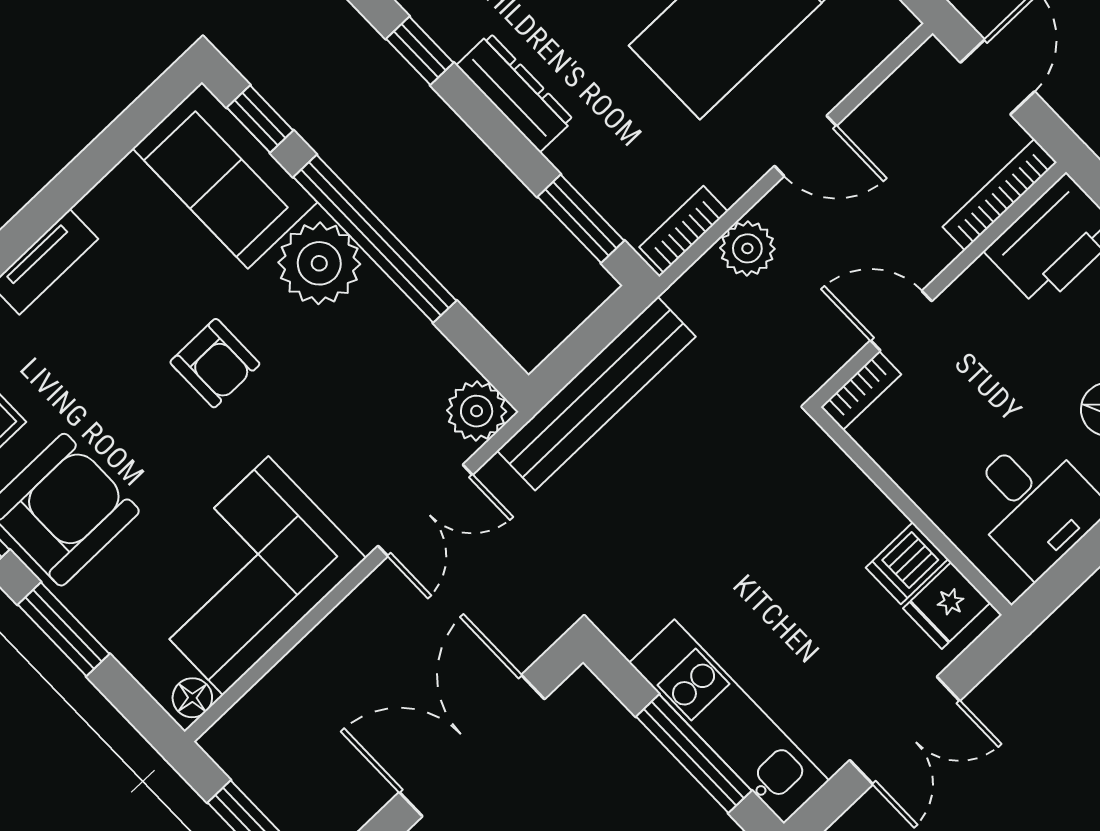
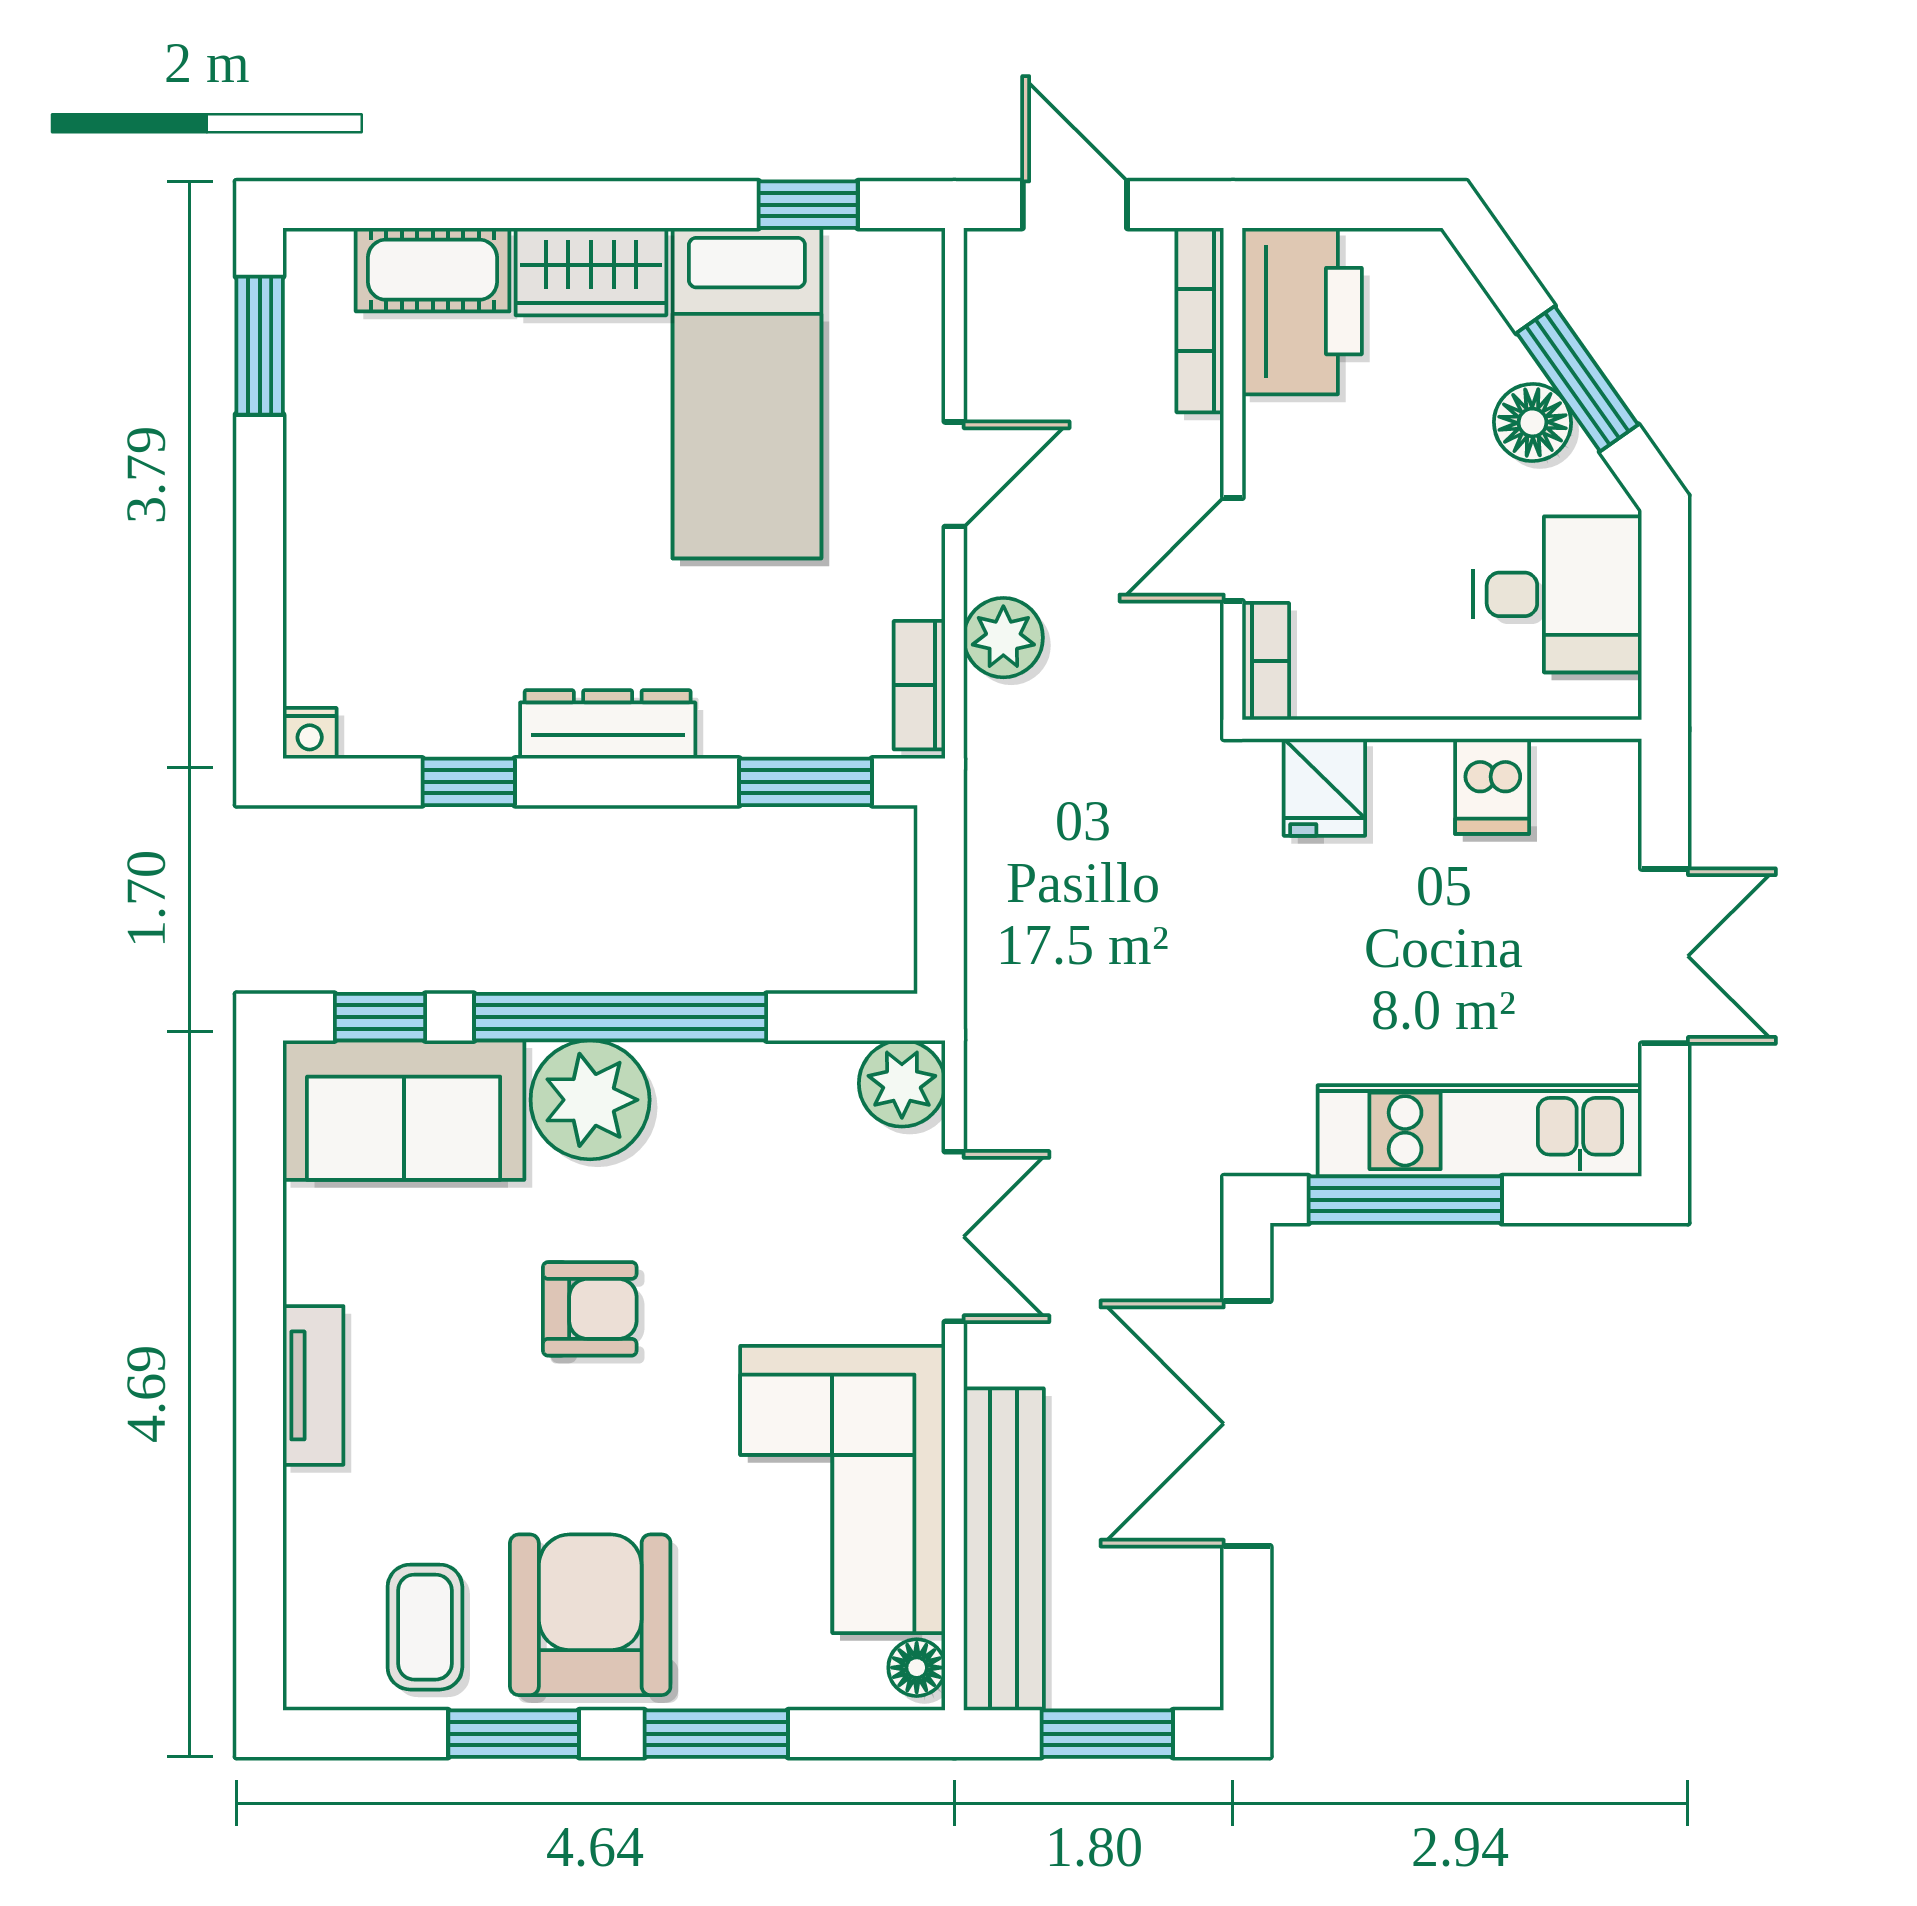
bench: (596, 394) -> (1004, 1549), moved
fridge: (947, 605) -> (1324, 787), moved
window: (694, 754) -> (1405, 1200), moved

